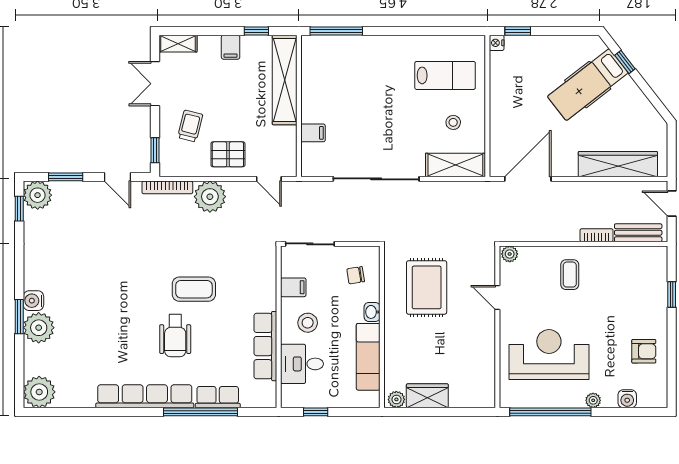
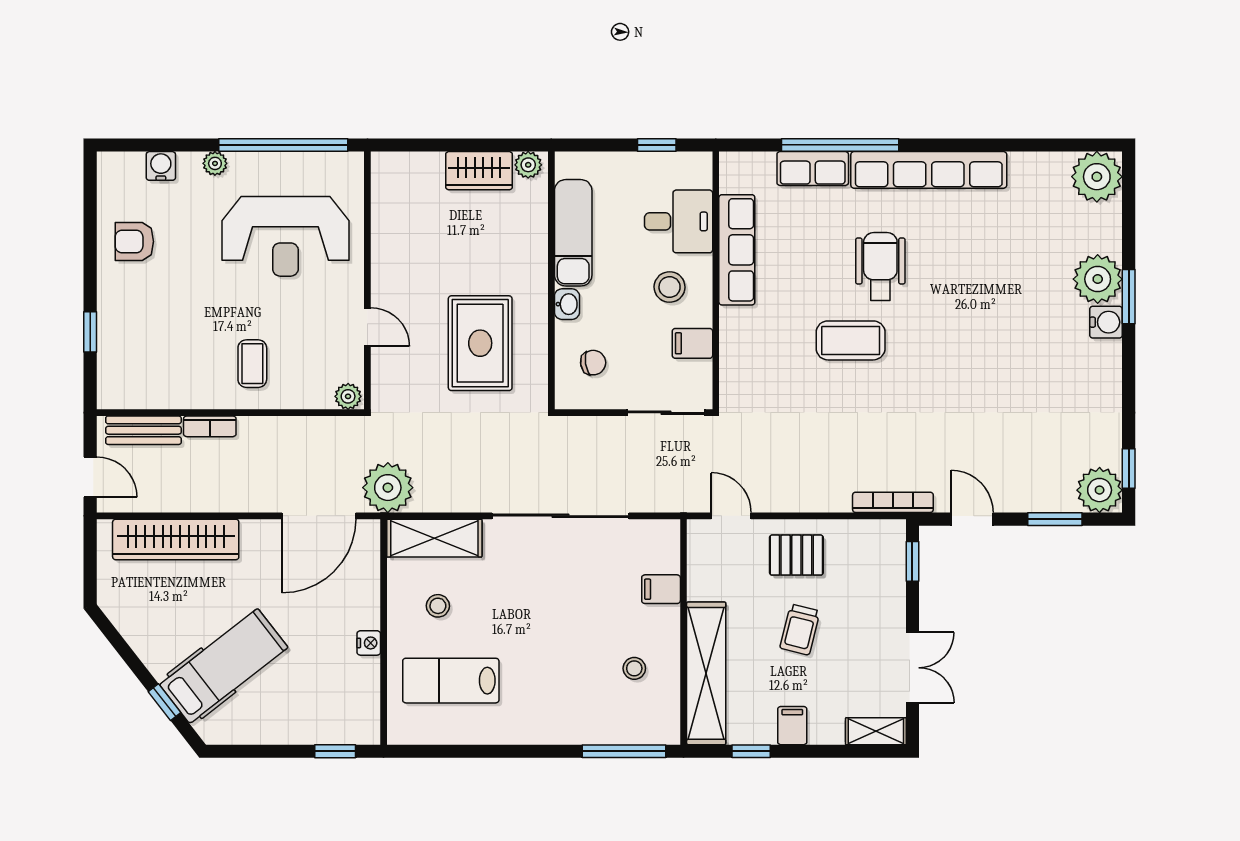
nightstand: (497, 43) -> (369, 643), moved
stool: (330, 83) -> (634, 668), added
trolley: (190, 126) -> (800, 630), moved
plant: (210, 197) -> (388, 488), moved

